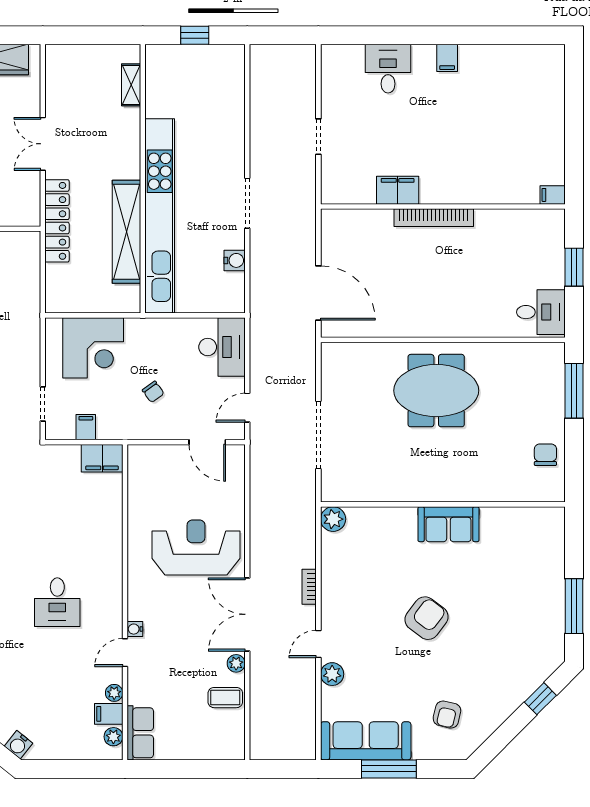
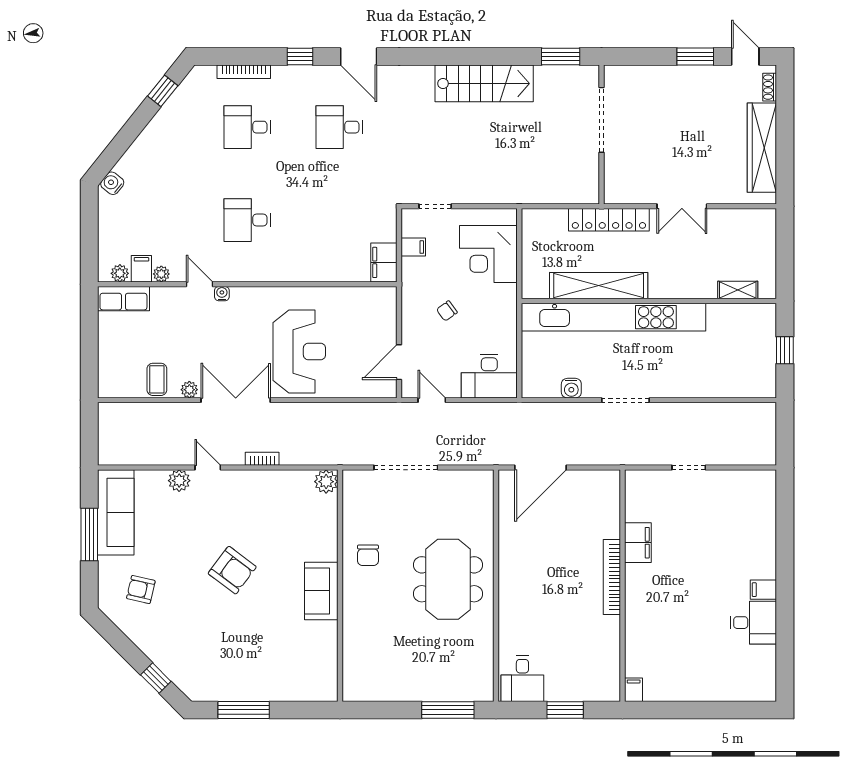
desk: (388, 69) -> (753, 623), moved
double door: (43, 144) -> (682, 206), swing flipped
chair: (545, 455) -> (368, 555), moved, turned 90

